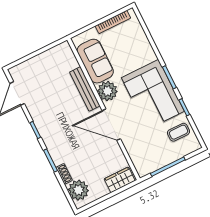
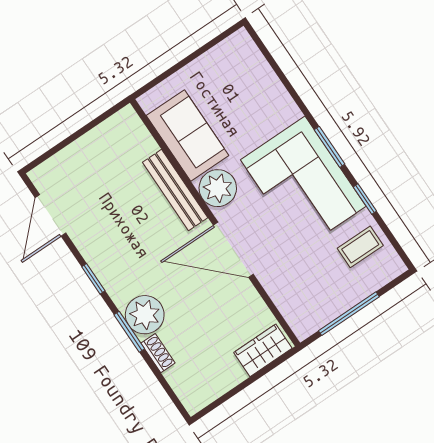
bookcase: (113, 22) -> (210, 58), removed
plant: (78, 190) -> (145, 315), moved

